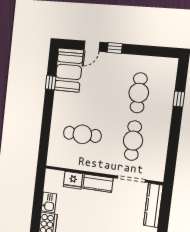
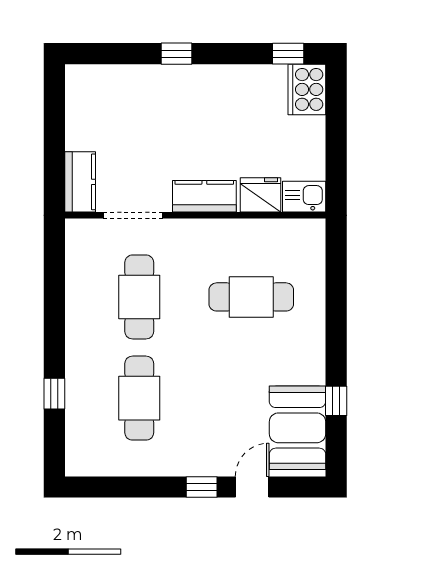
kitchen sink: (49, 202) -> (304, 197), moved, turned 90
kitchen counter: (153, 205) -> (80, 182), width x0.67

